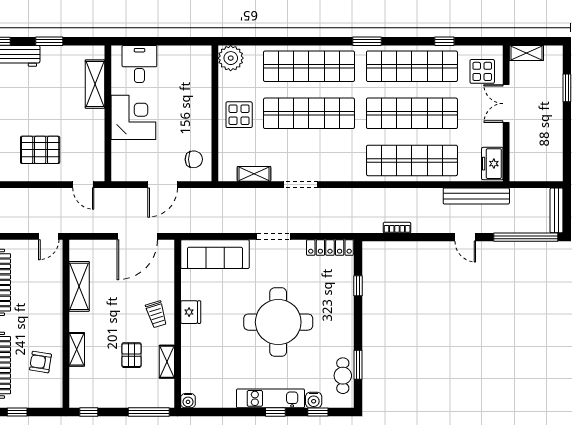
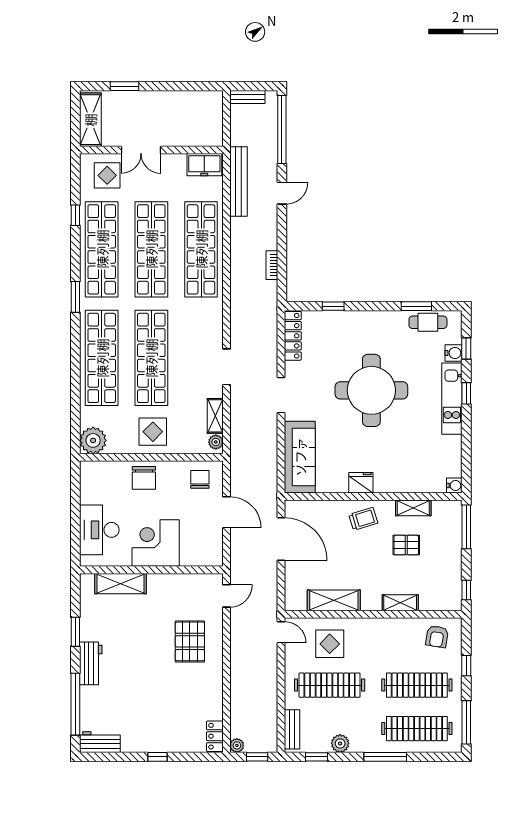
shelving: (526, 53) -> (90, 120), width x1.50, depth x1.33
desk: (139, 64) -> (99, 530), width x1.37
chair: (195, 106) -> (144, 478), added
plant: (229, 174) -> (216, 442), added
bench: (557, 210) -> (247, 97), width x0.73
display table: (38, 283) -> (330, 644), added
armchair: (40, 362) -> (437, 637), moved

